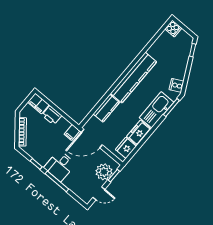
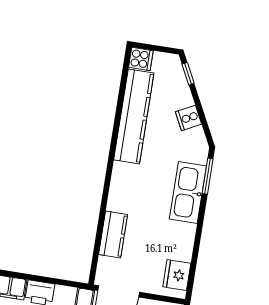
kitchen counter: (133, 78) -> (134, 116), moved
cooker: (176, 85) -> (189, 118), moved
freezer: (139, 133) -> (182, 242), removed

